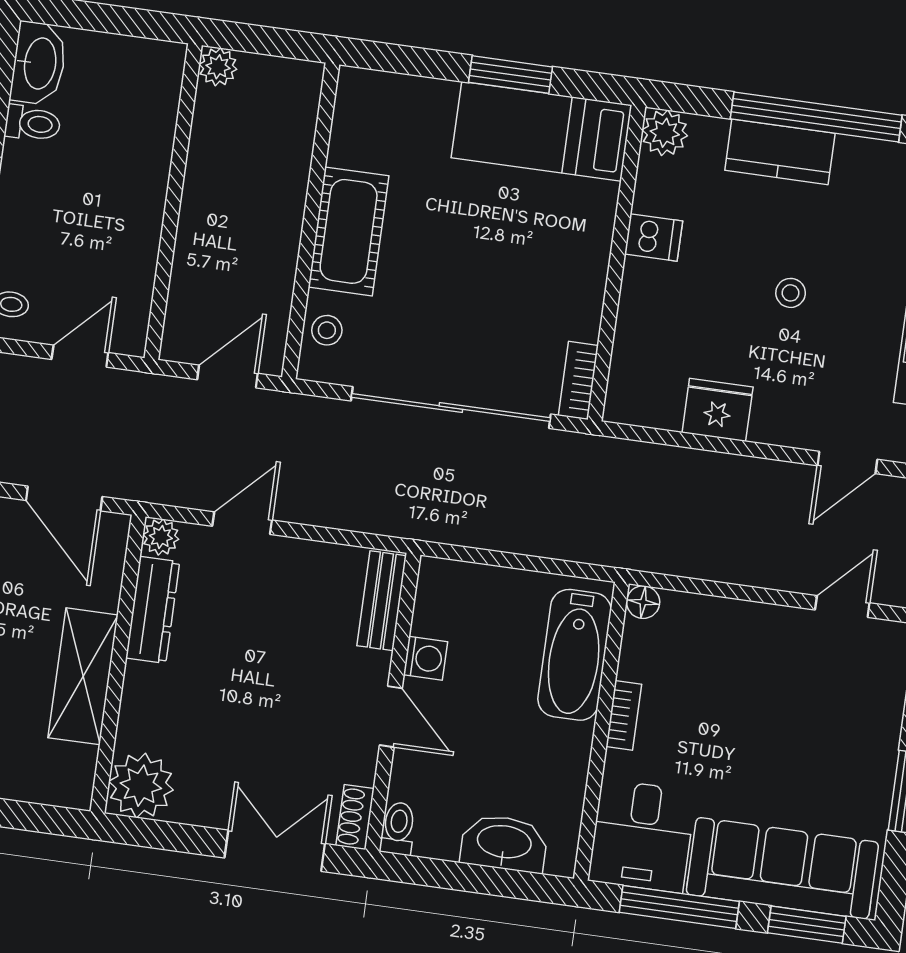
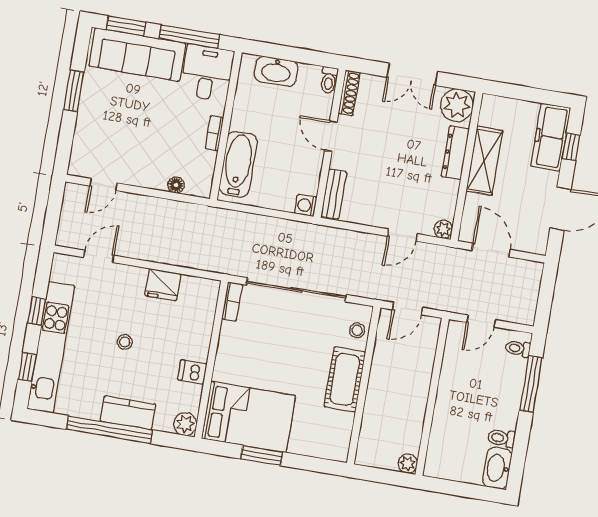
bed: (541, 131) -> (248, 417), width x1.50
floor lamp: (643, 602) -> (176, 185), moved
dresser: (153, 610) -> (455, 153), moved
washing machine: (426, 658) -> (306, 205), moved
shoe rack: (355, 817) -> (349, 93), width x1.43
double door: (275, 851) -> (412, 74), moved

